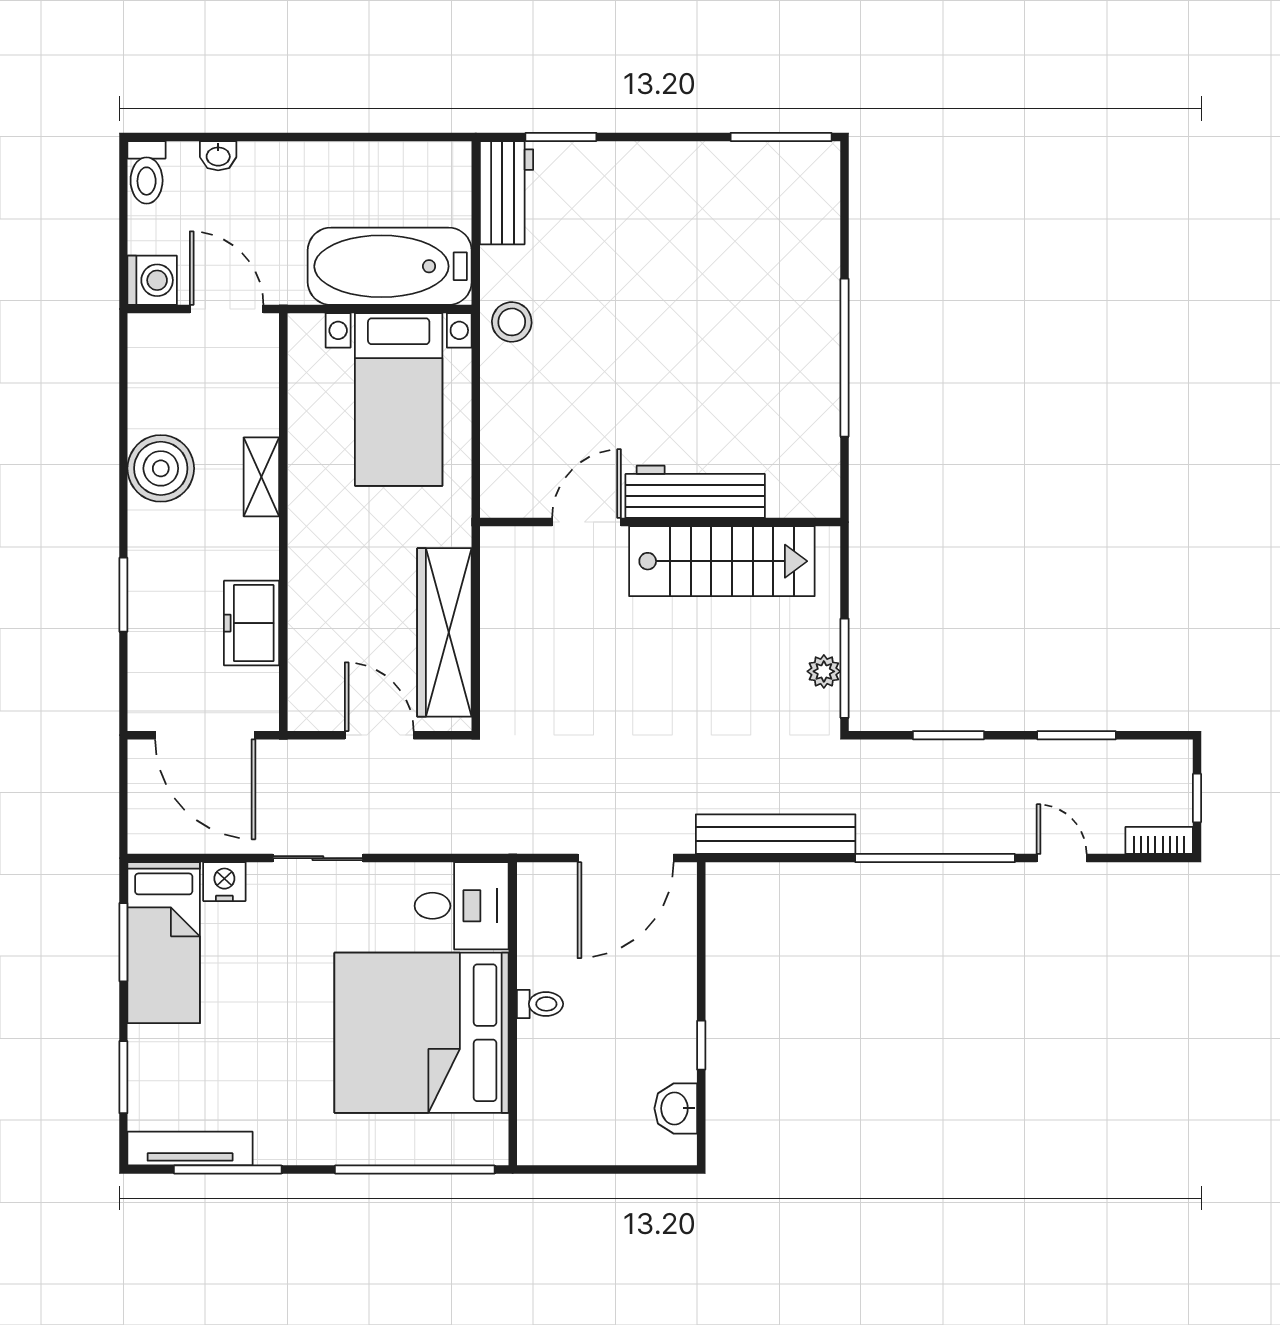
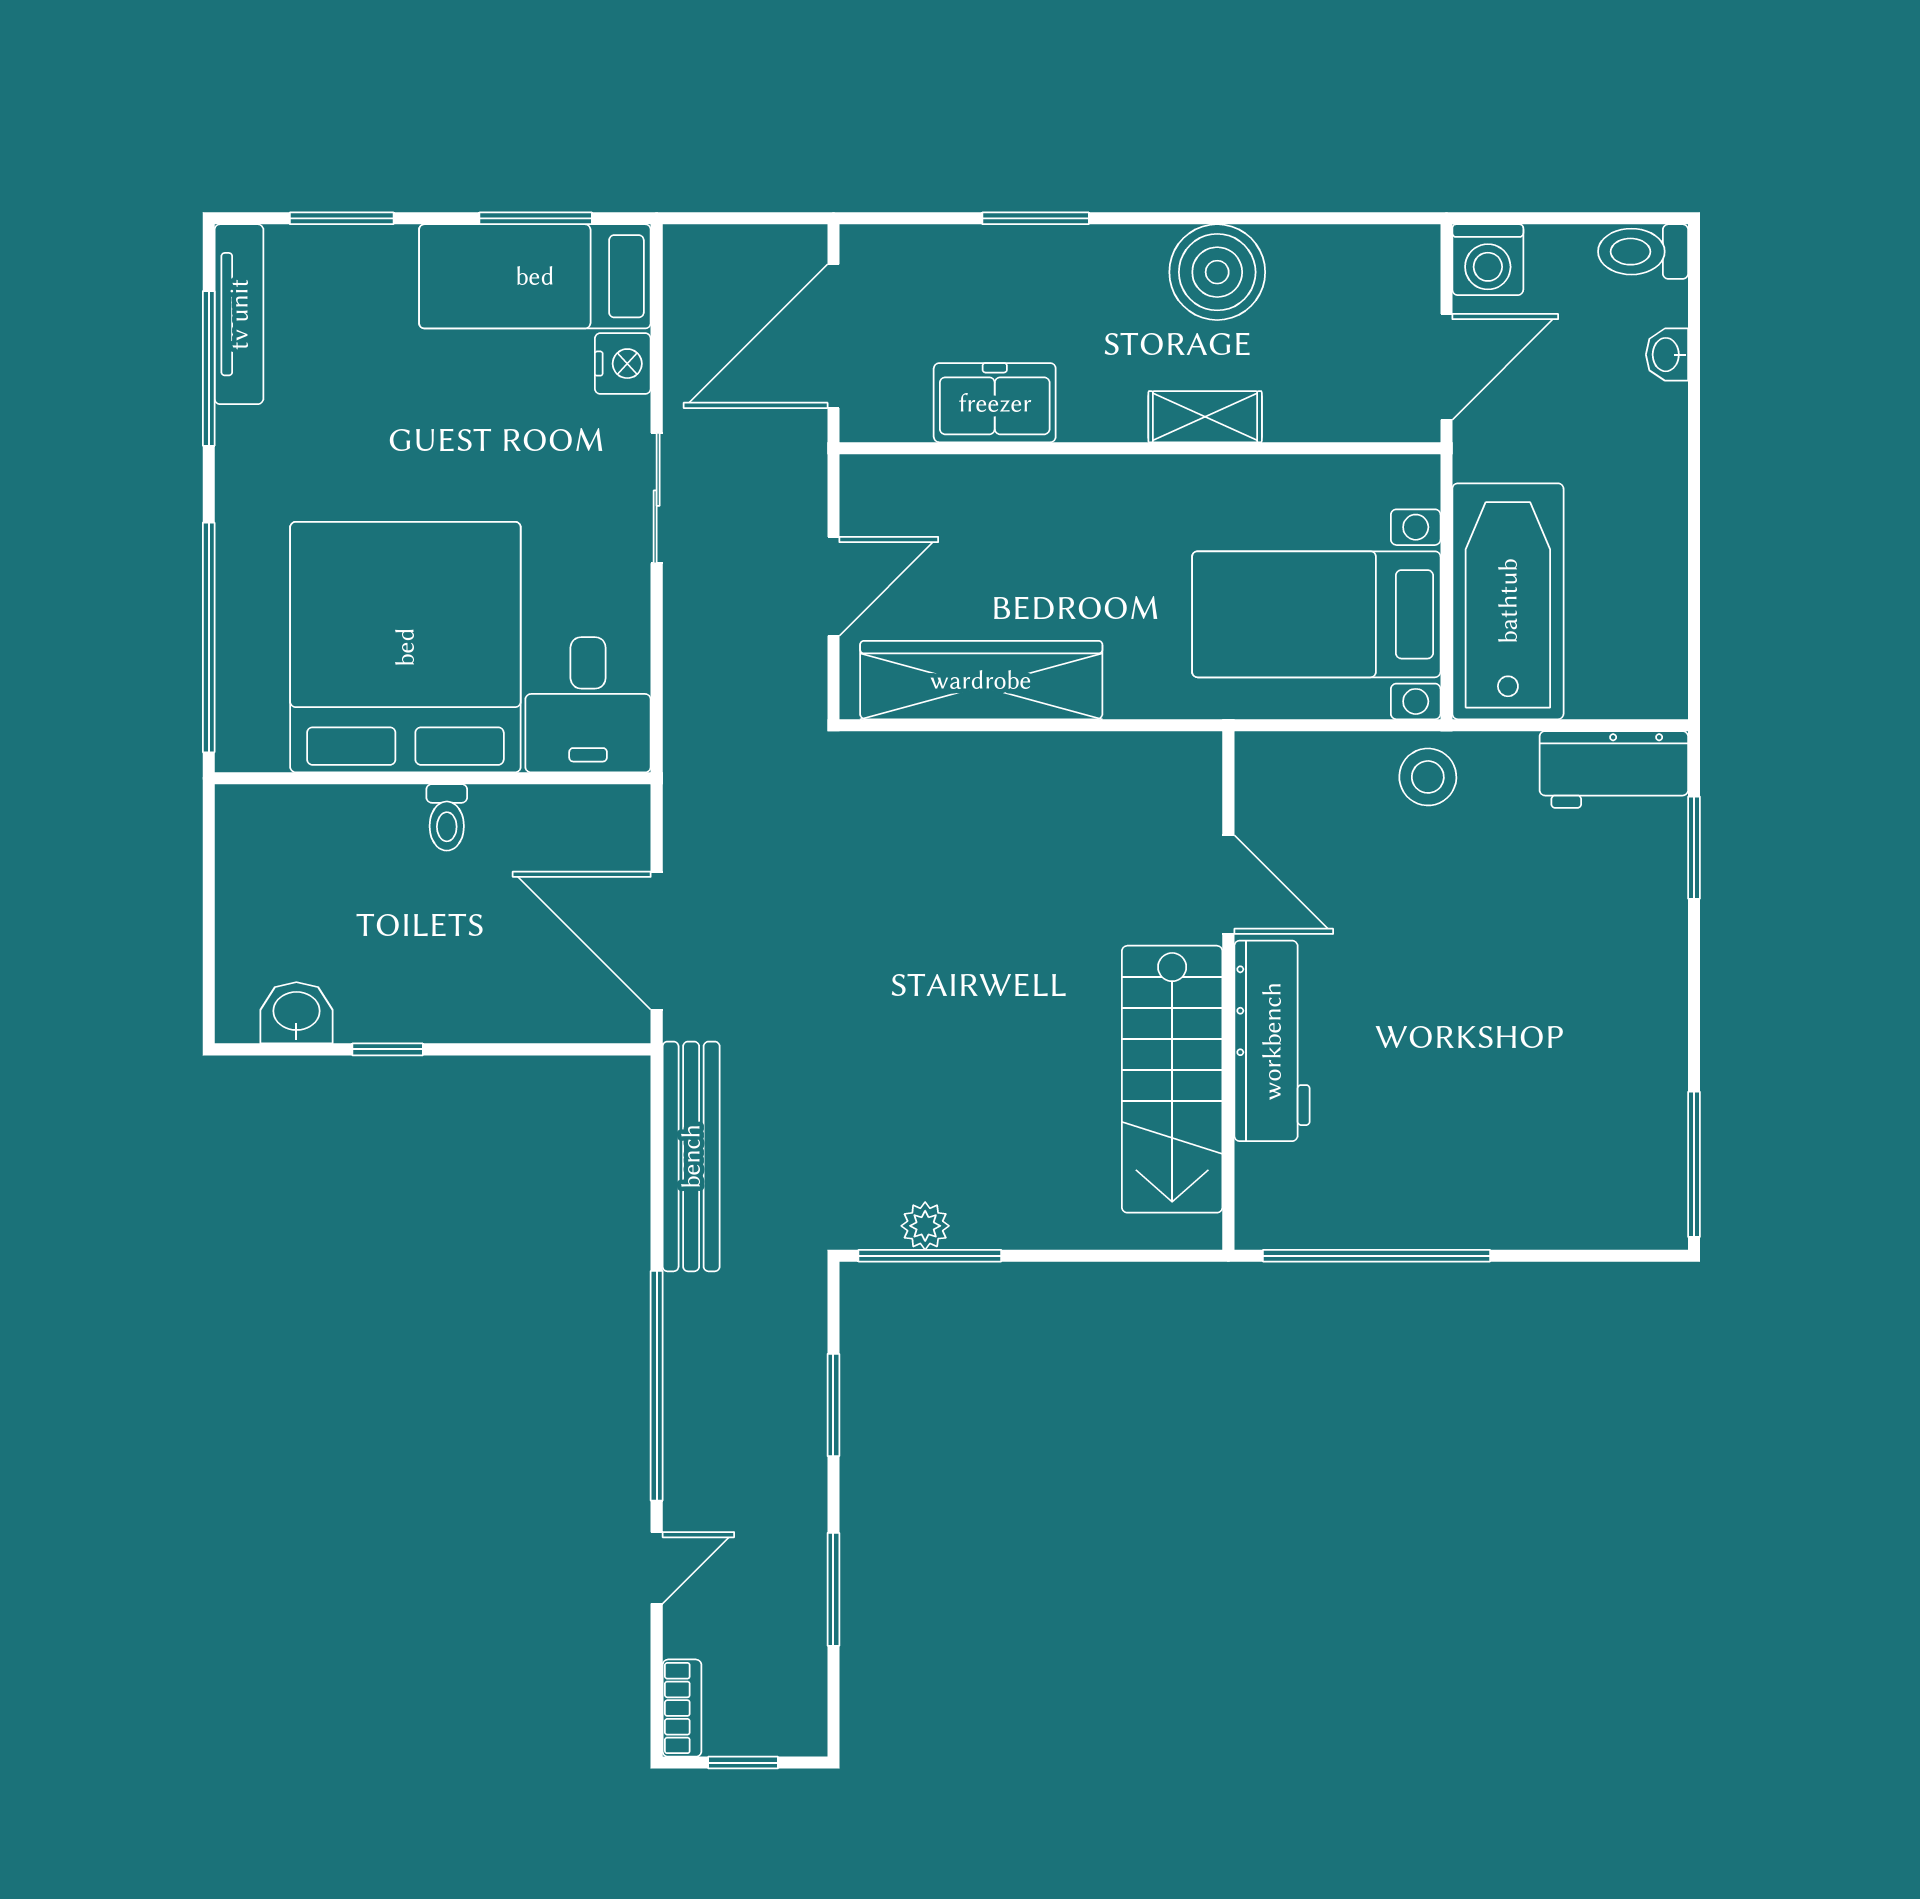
workbench: (695, 492) -> (1272, 1041), moved
door: (587, 522) -> (1228, 884), moved
wall: (660, 522) -> (1228, 990), moved
stairs: (722, 561) -> (1172, 1079), moved

